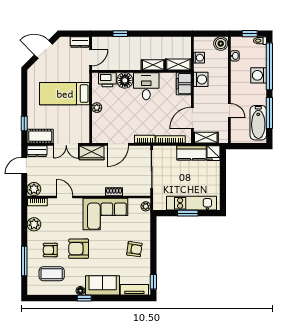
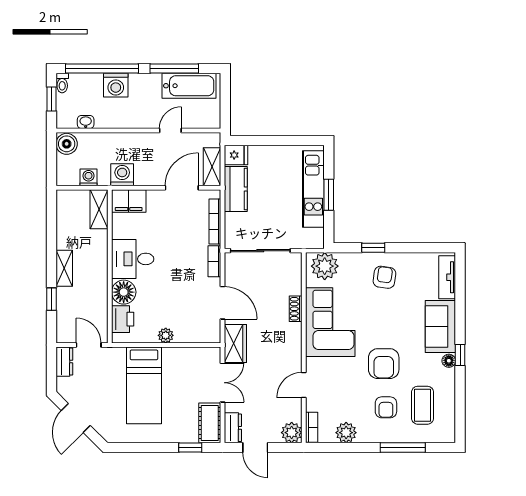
shelving: (153, 65) -> (64, 268), moved
door: (192, 118) -> (182, 188), swing flipped
plant: (146, 206) -> (325, 266), width x1.87, depth x1.87
window: (153, 282) -> (373, 248), moved

